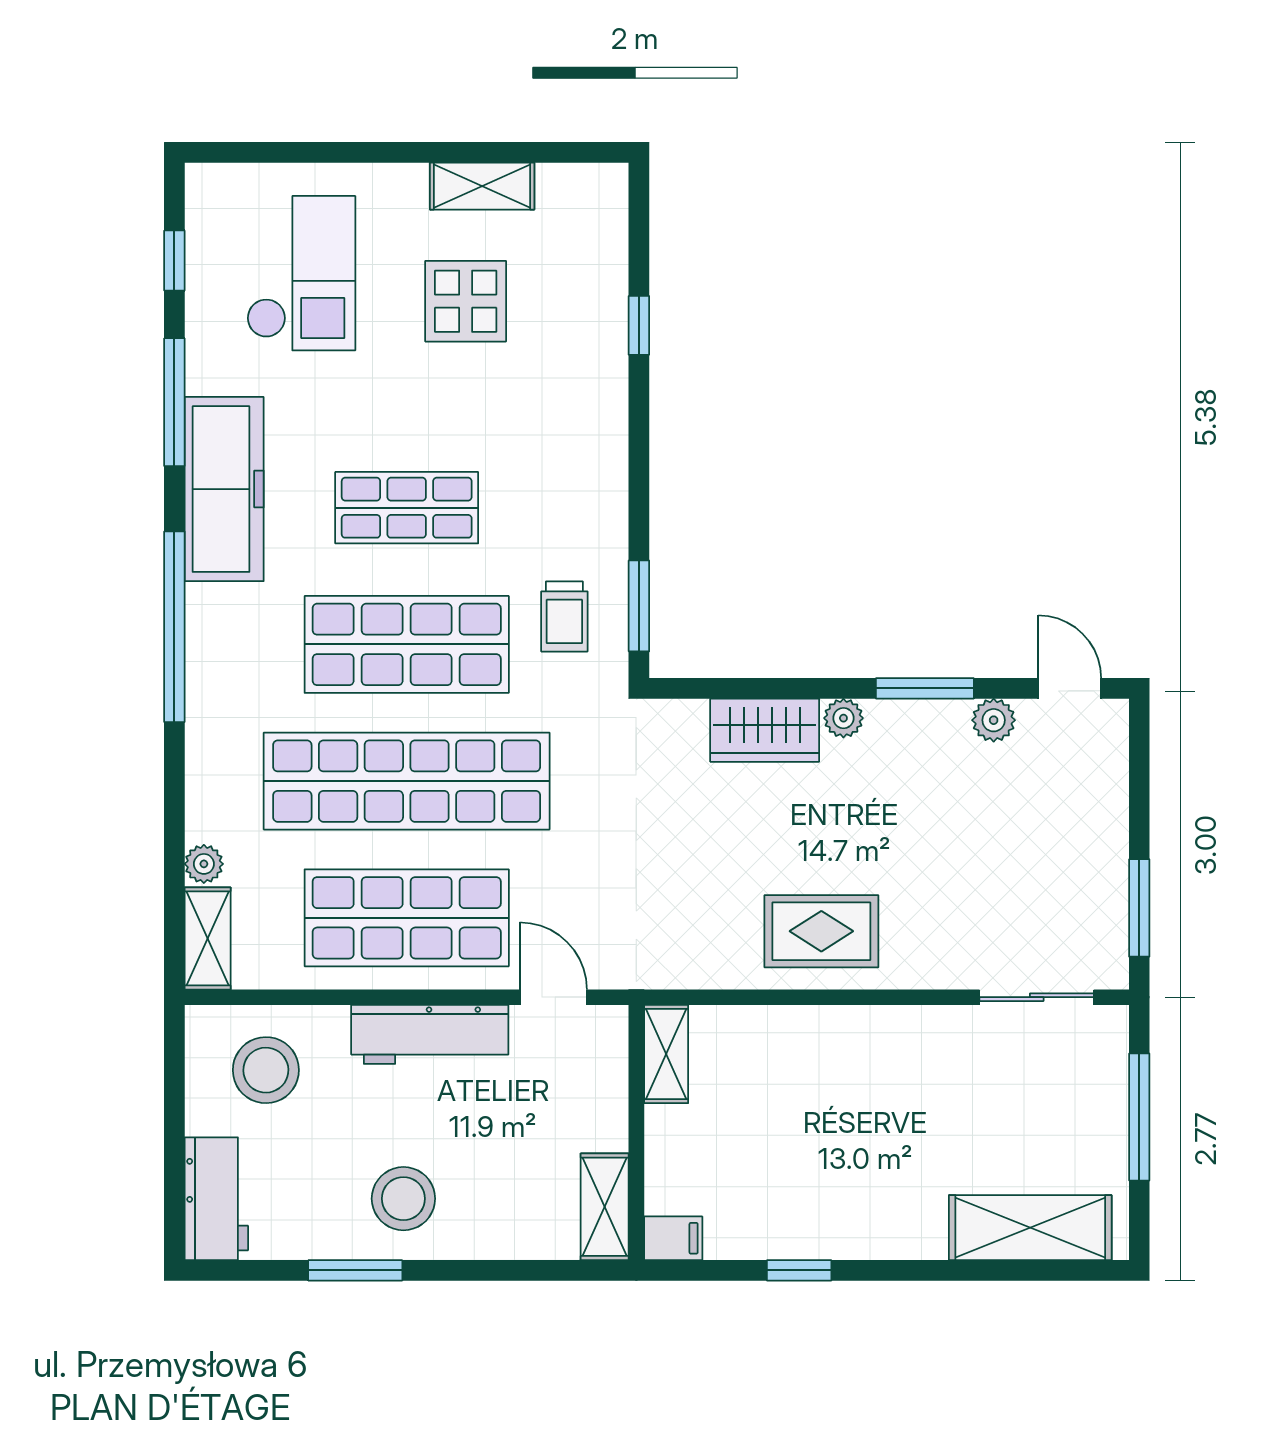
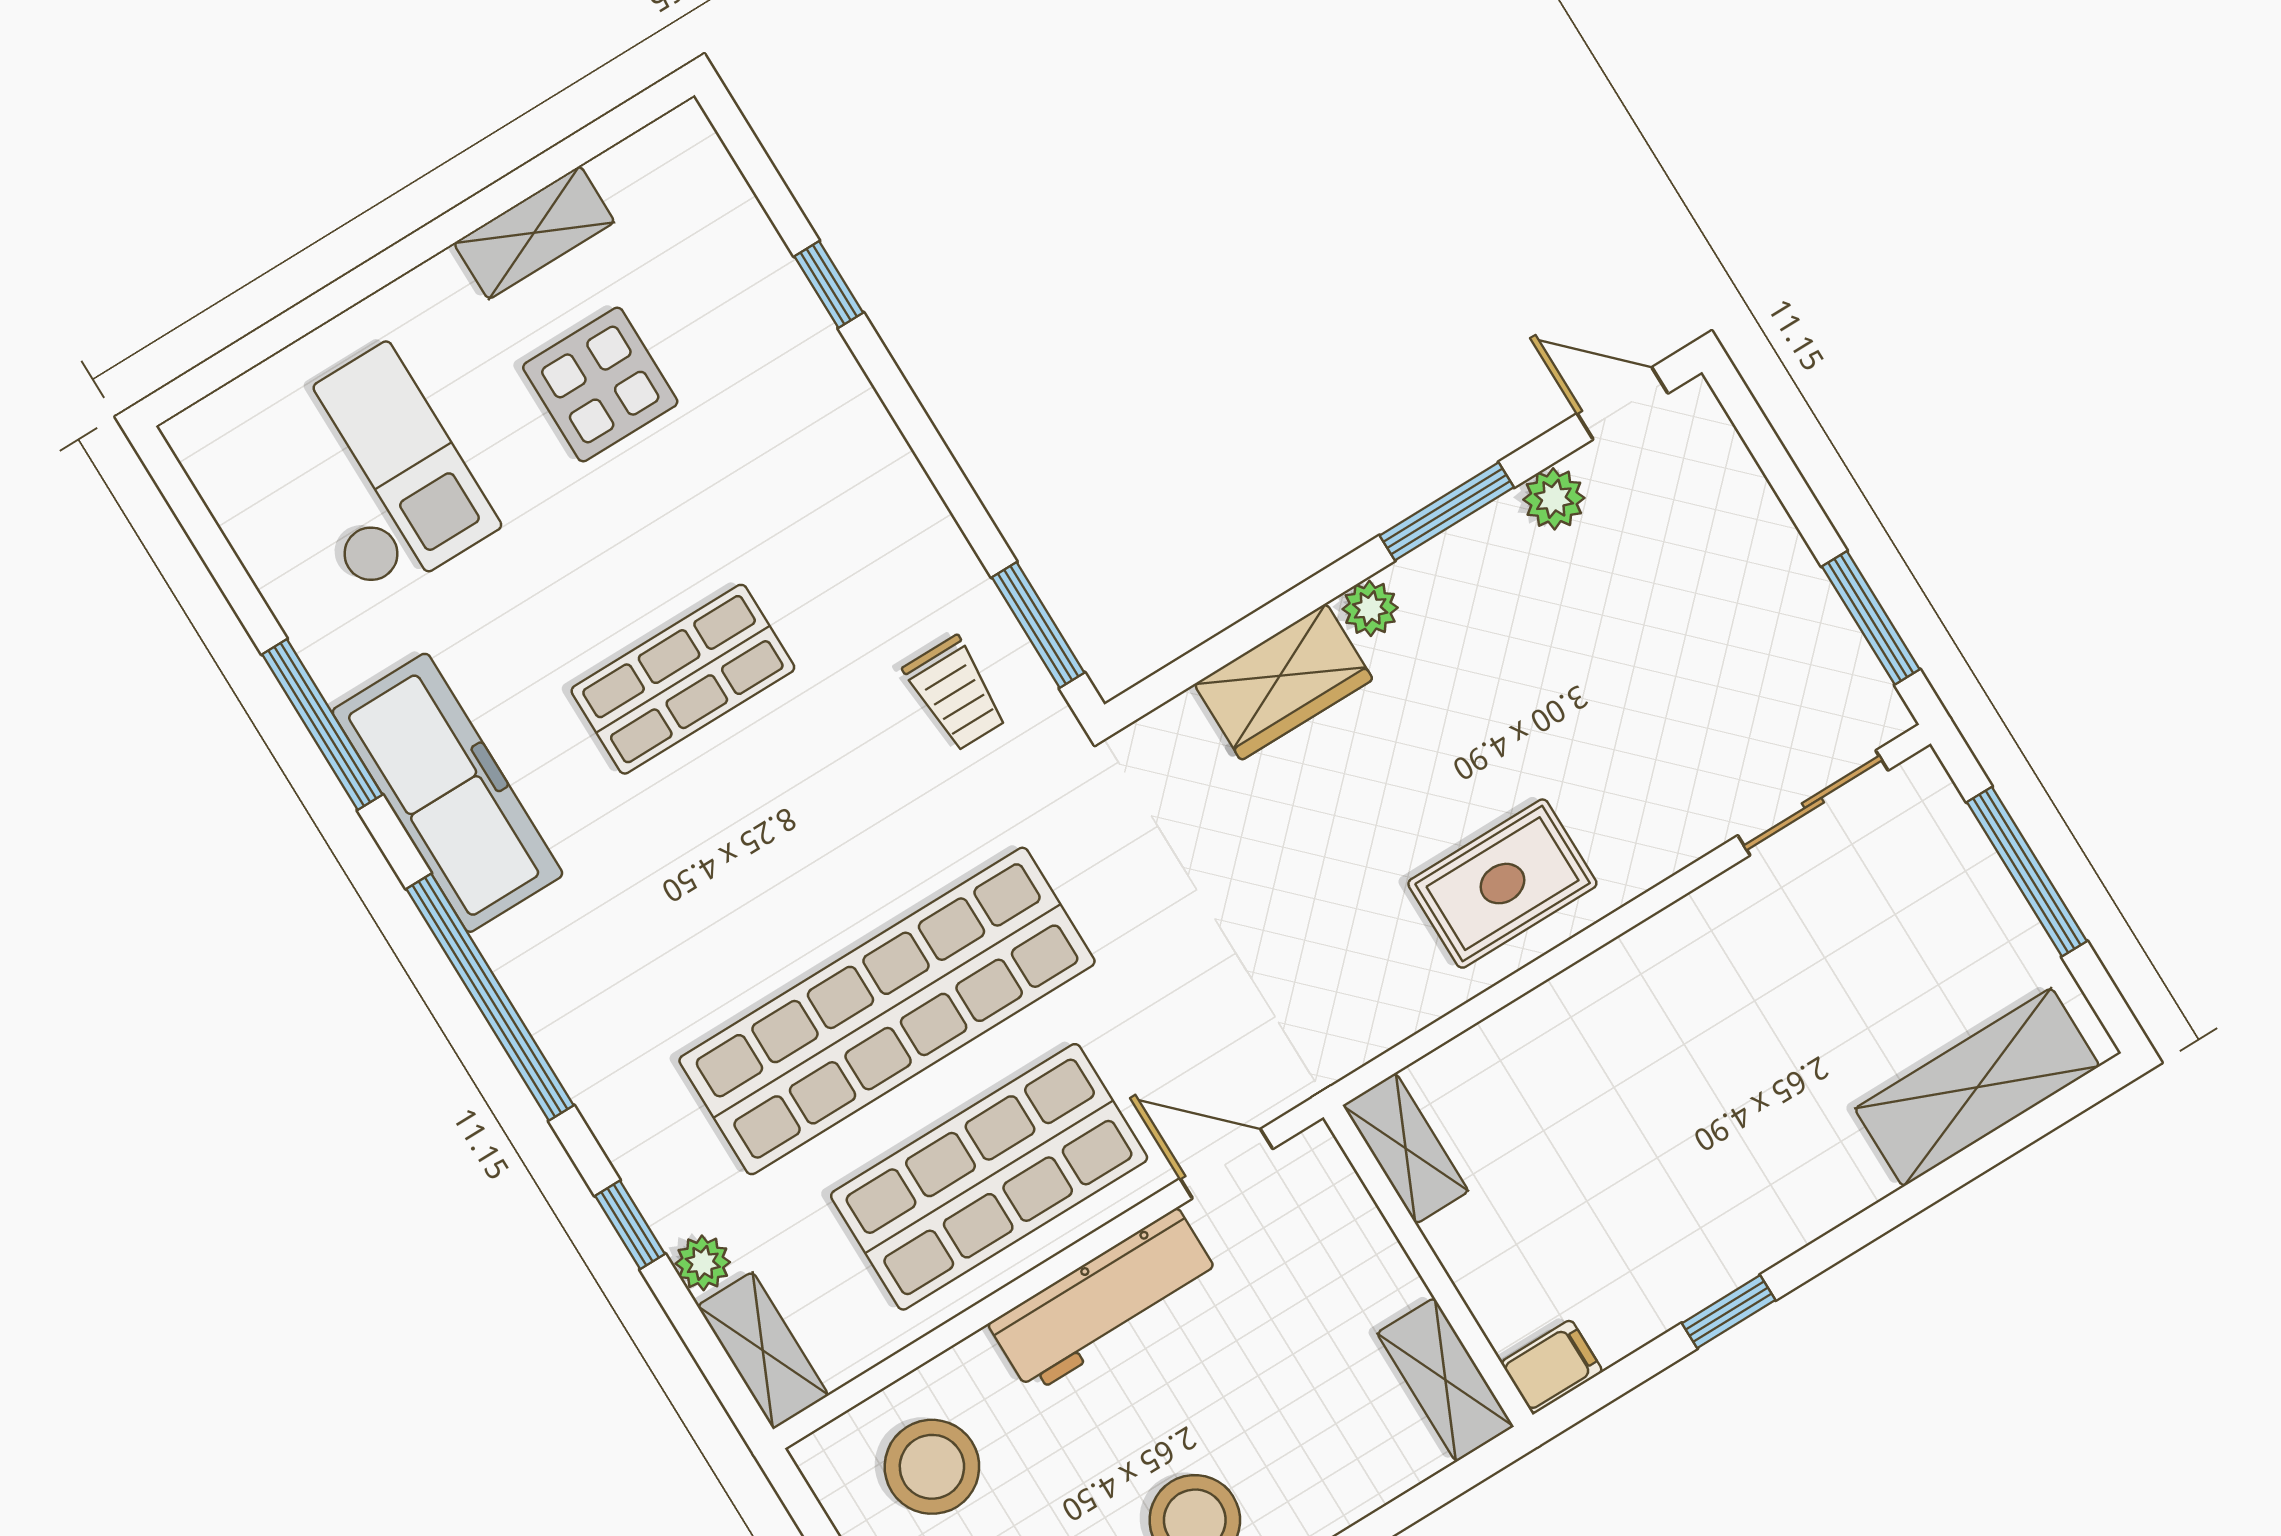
window: (174, 261) -> (630, 1225), moved
shop shelf: (407, 644) -> (785, 845), removed

